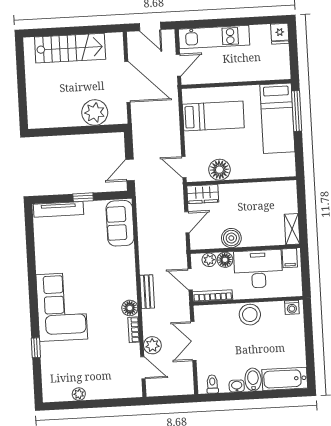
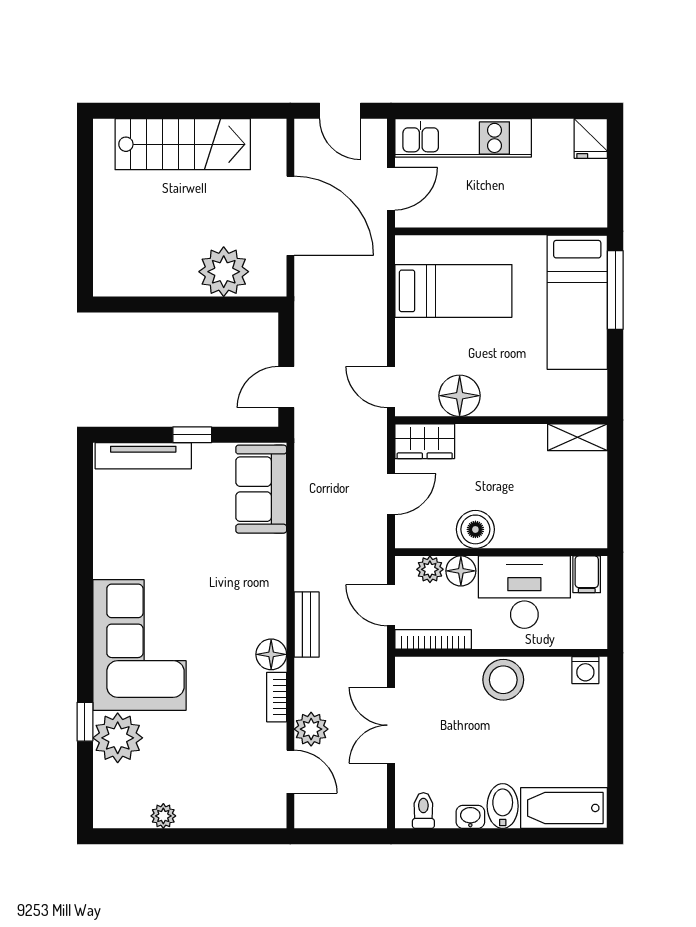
shelving: (292, 229) -> (578, 437), moved, turned 90
plant: (53, 355) -> (118, 738), added

